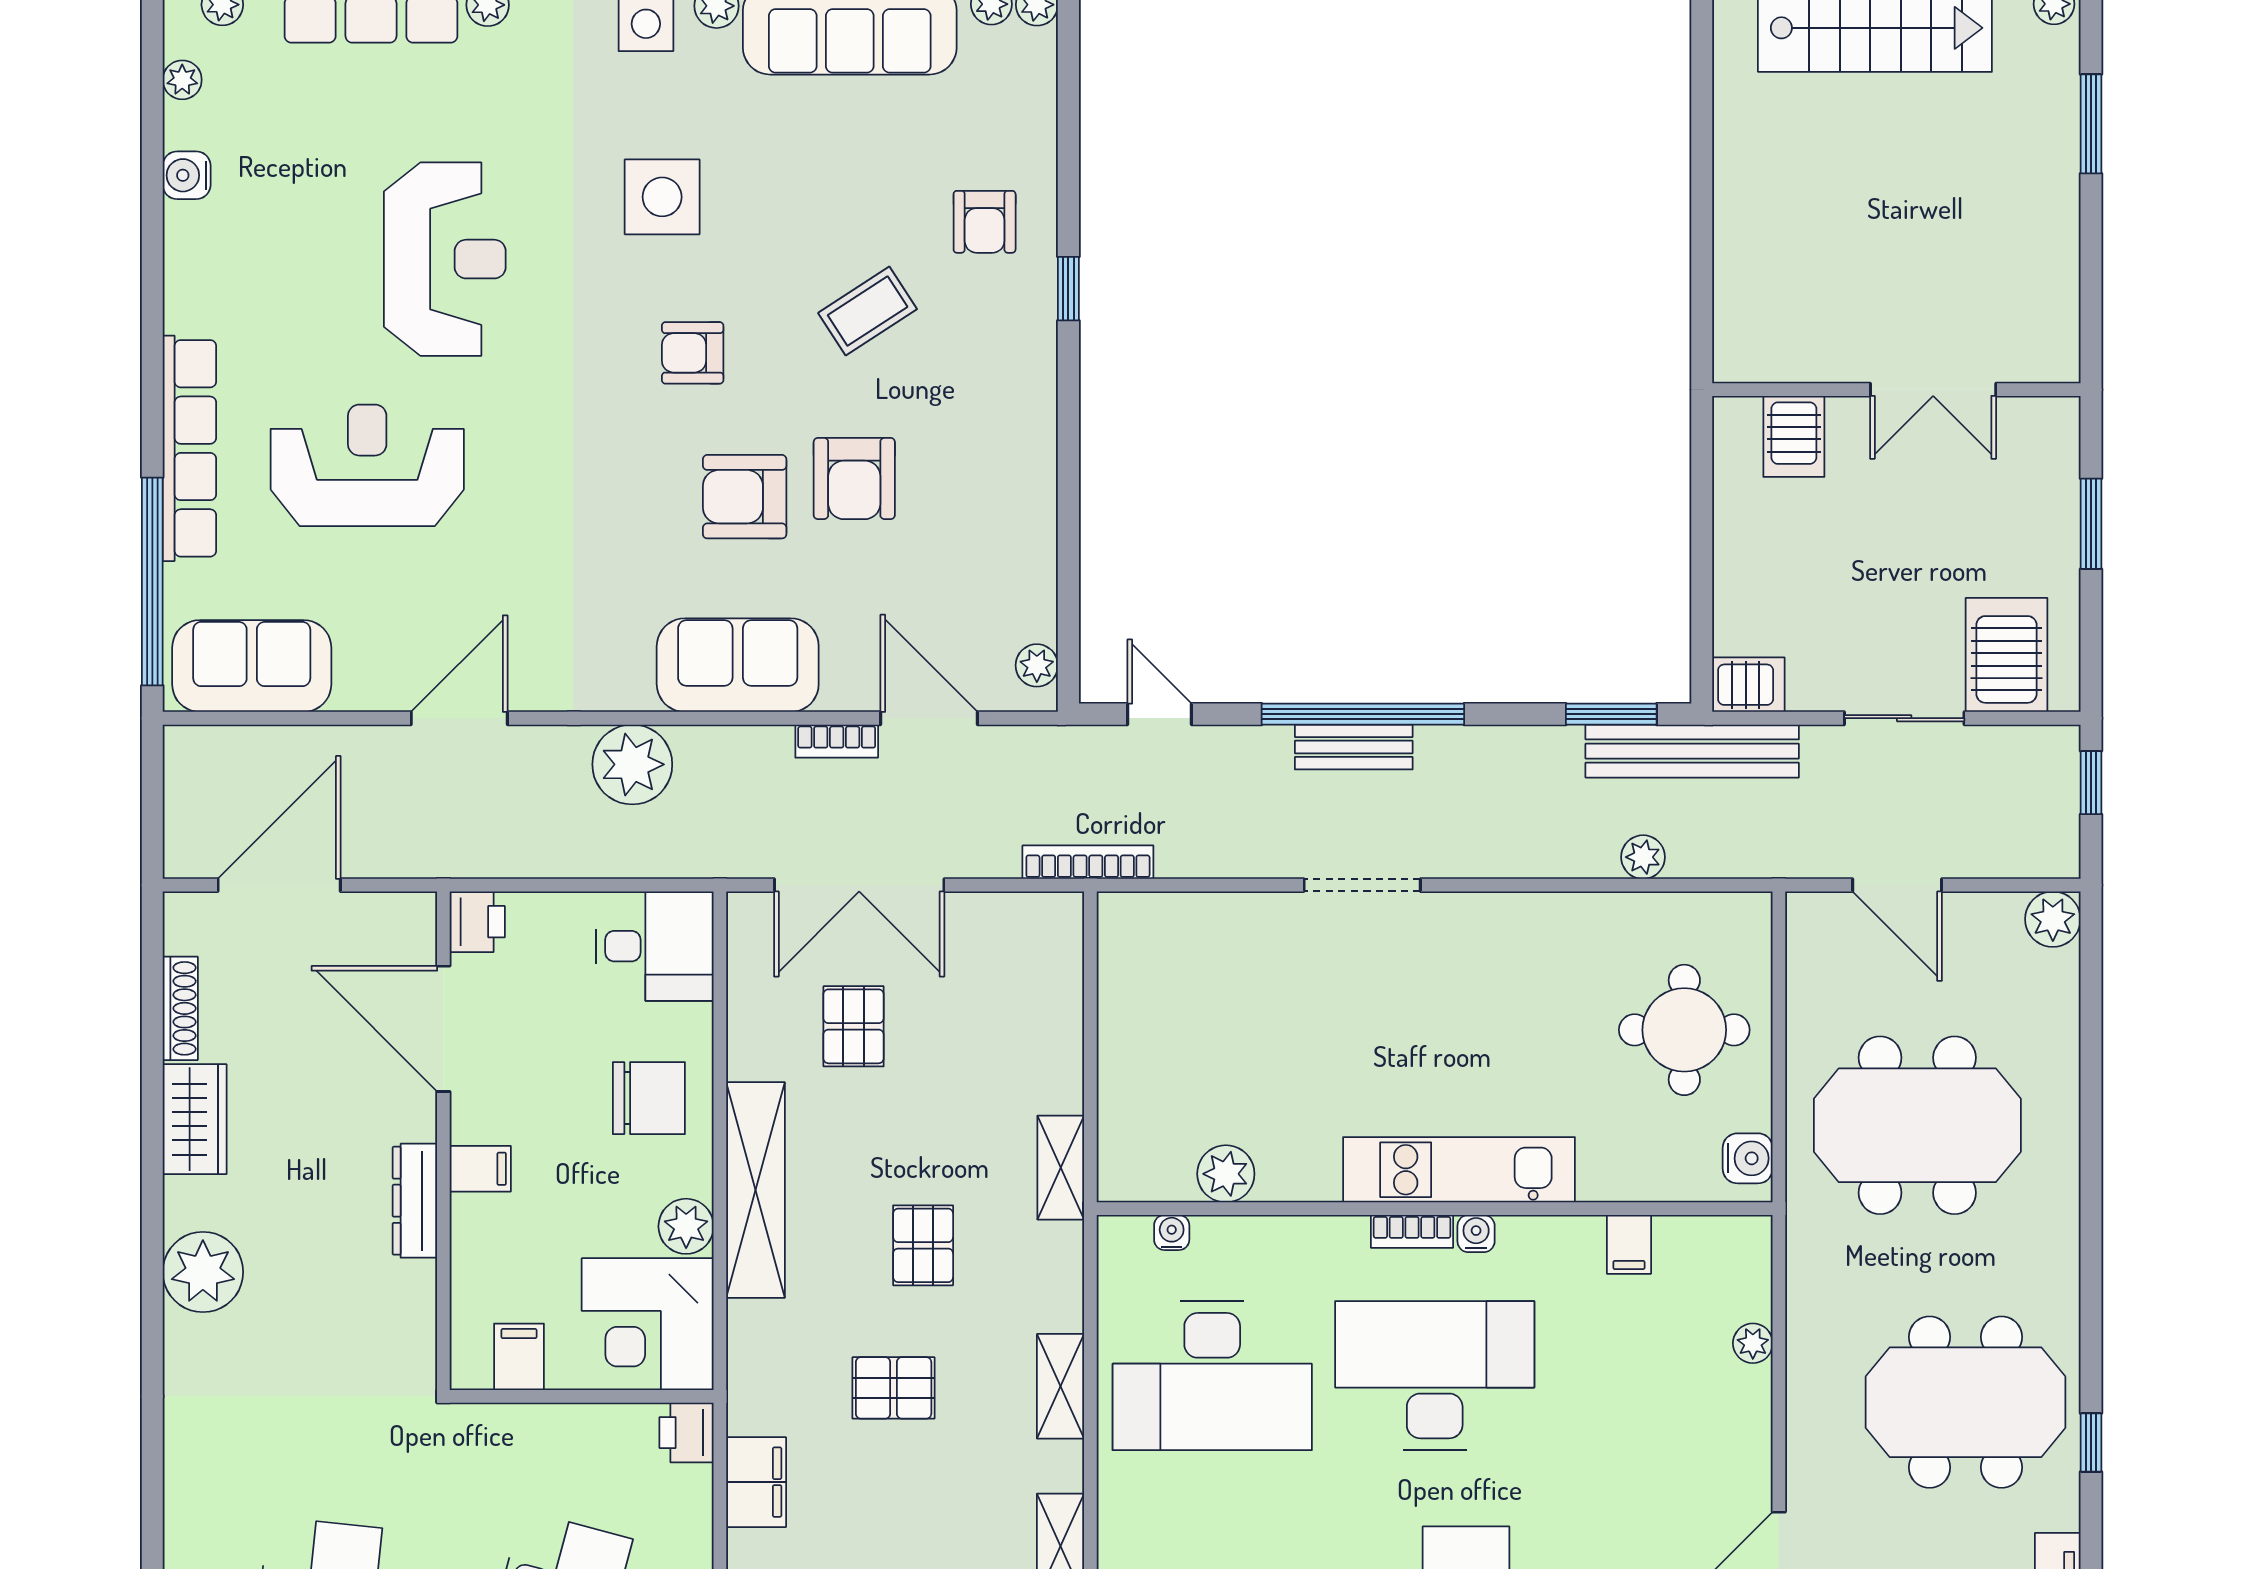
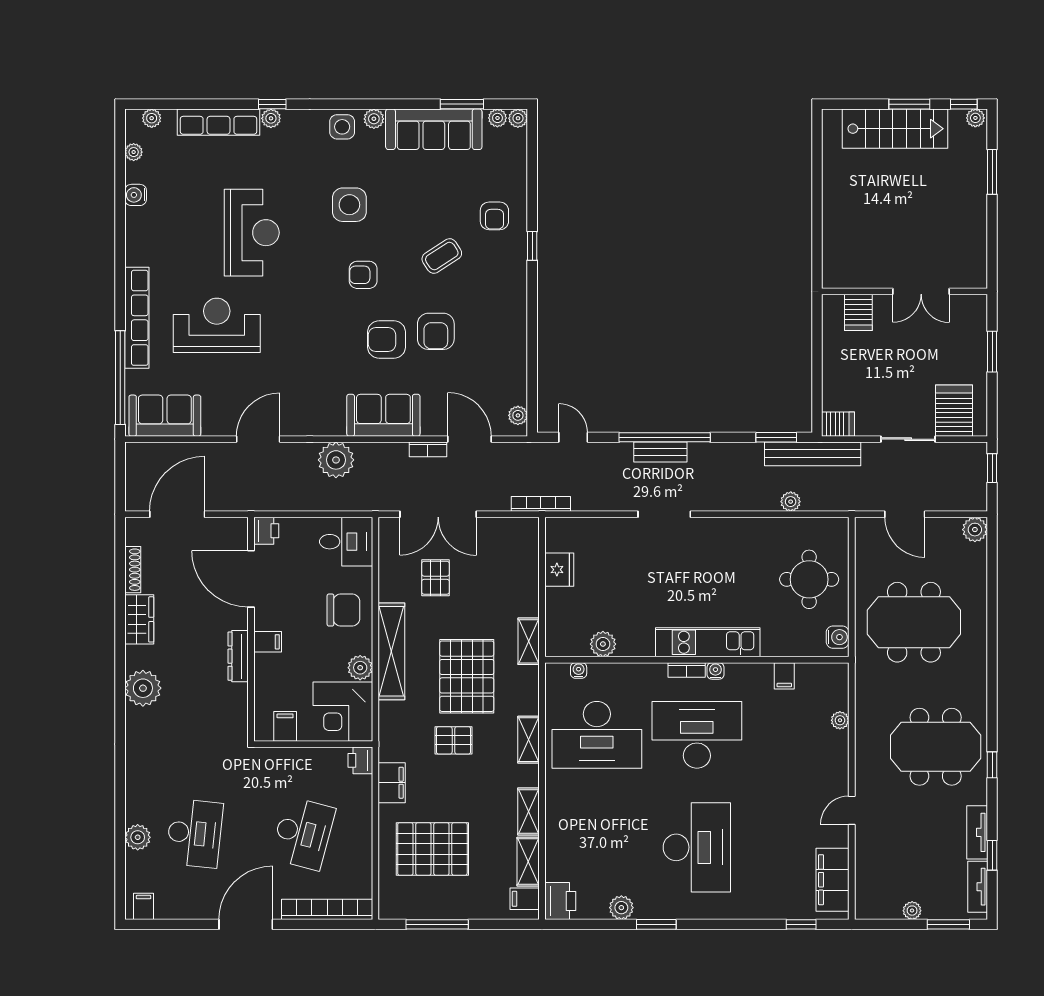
fridge: (1129, 1008) -> (559, 570), added
pallet: (923, 1245) -> (467, 676), width x2.05, depth x2.00

